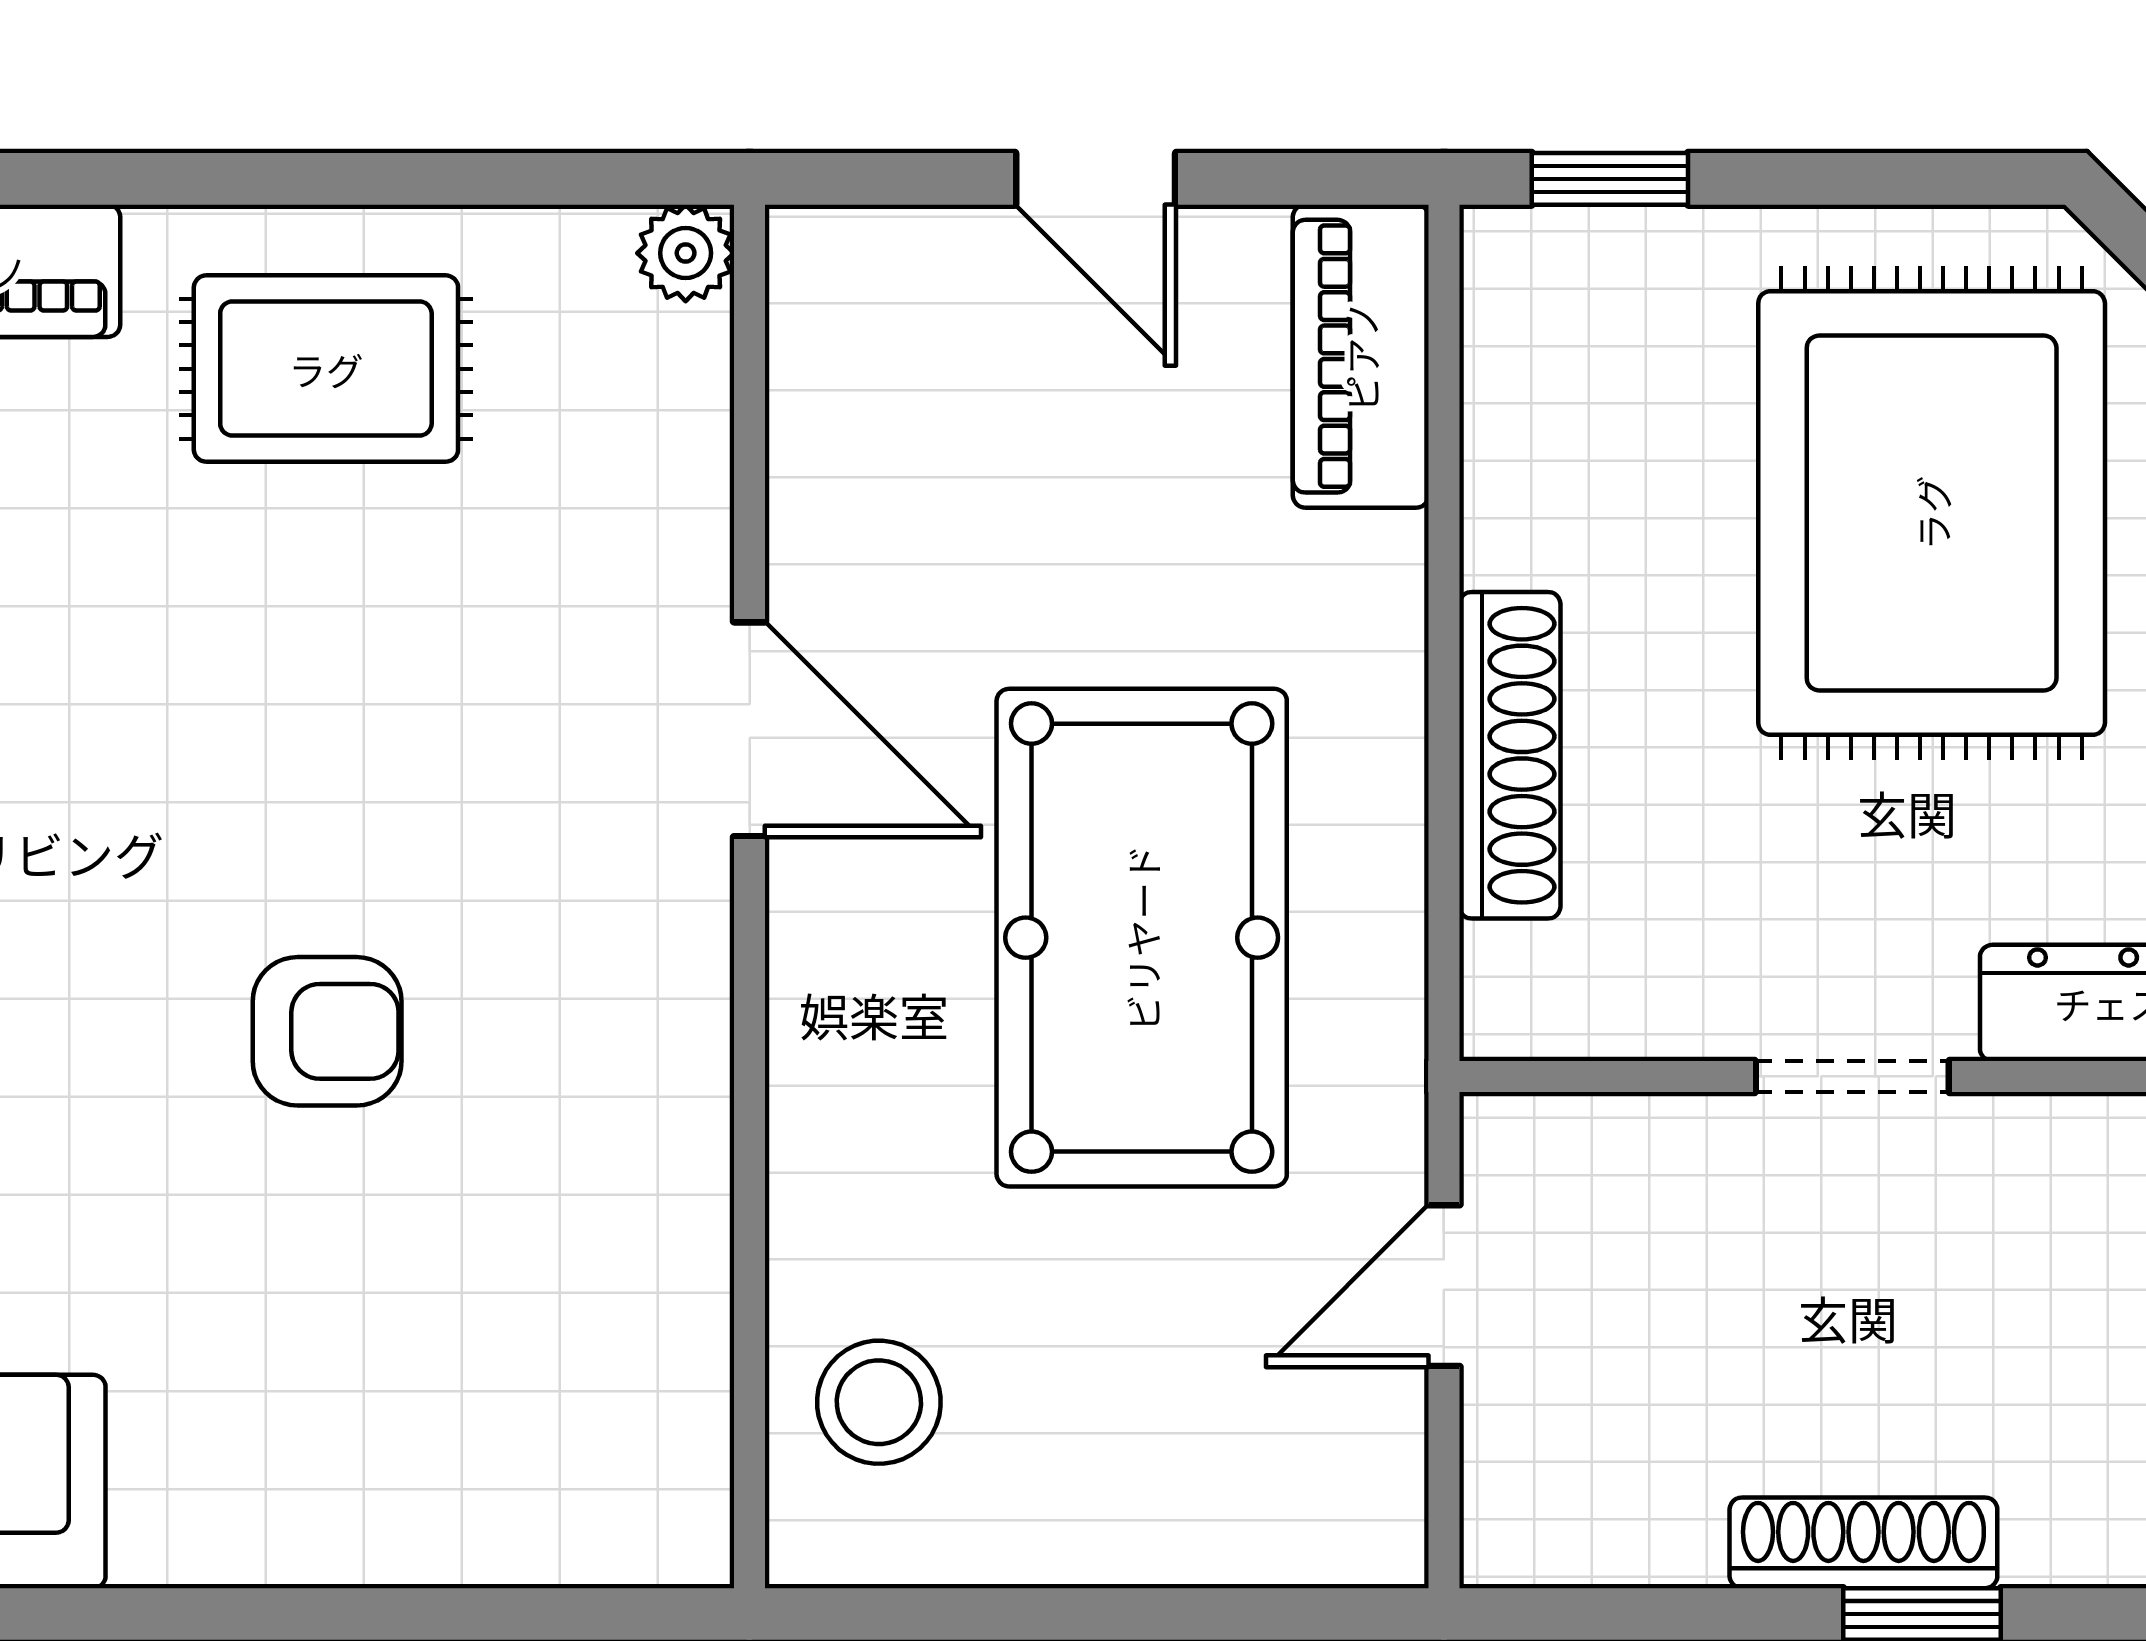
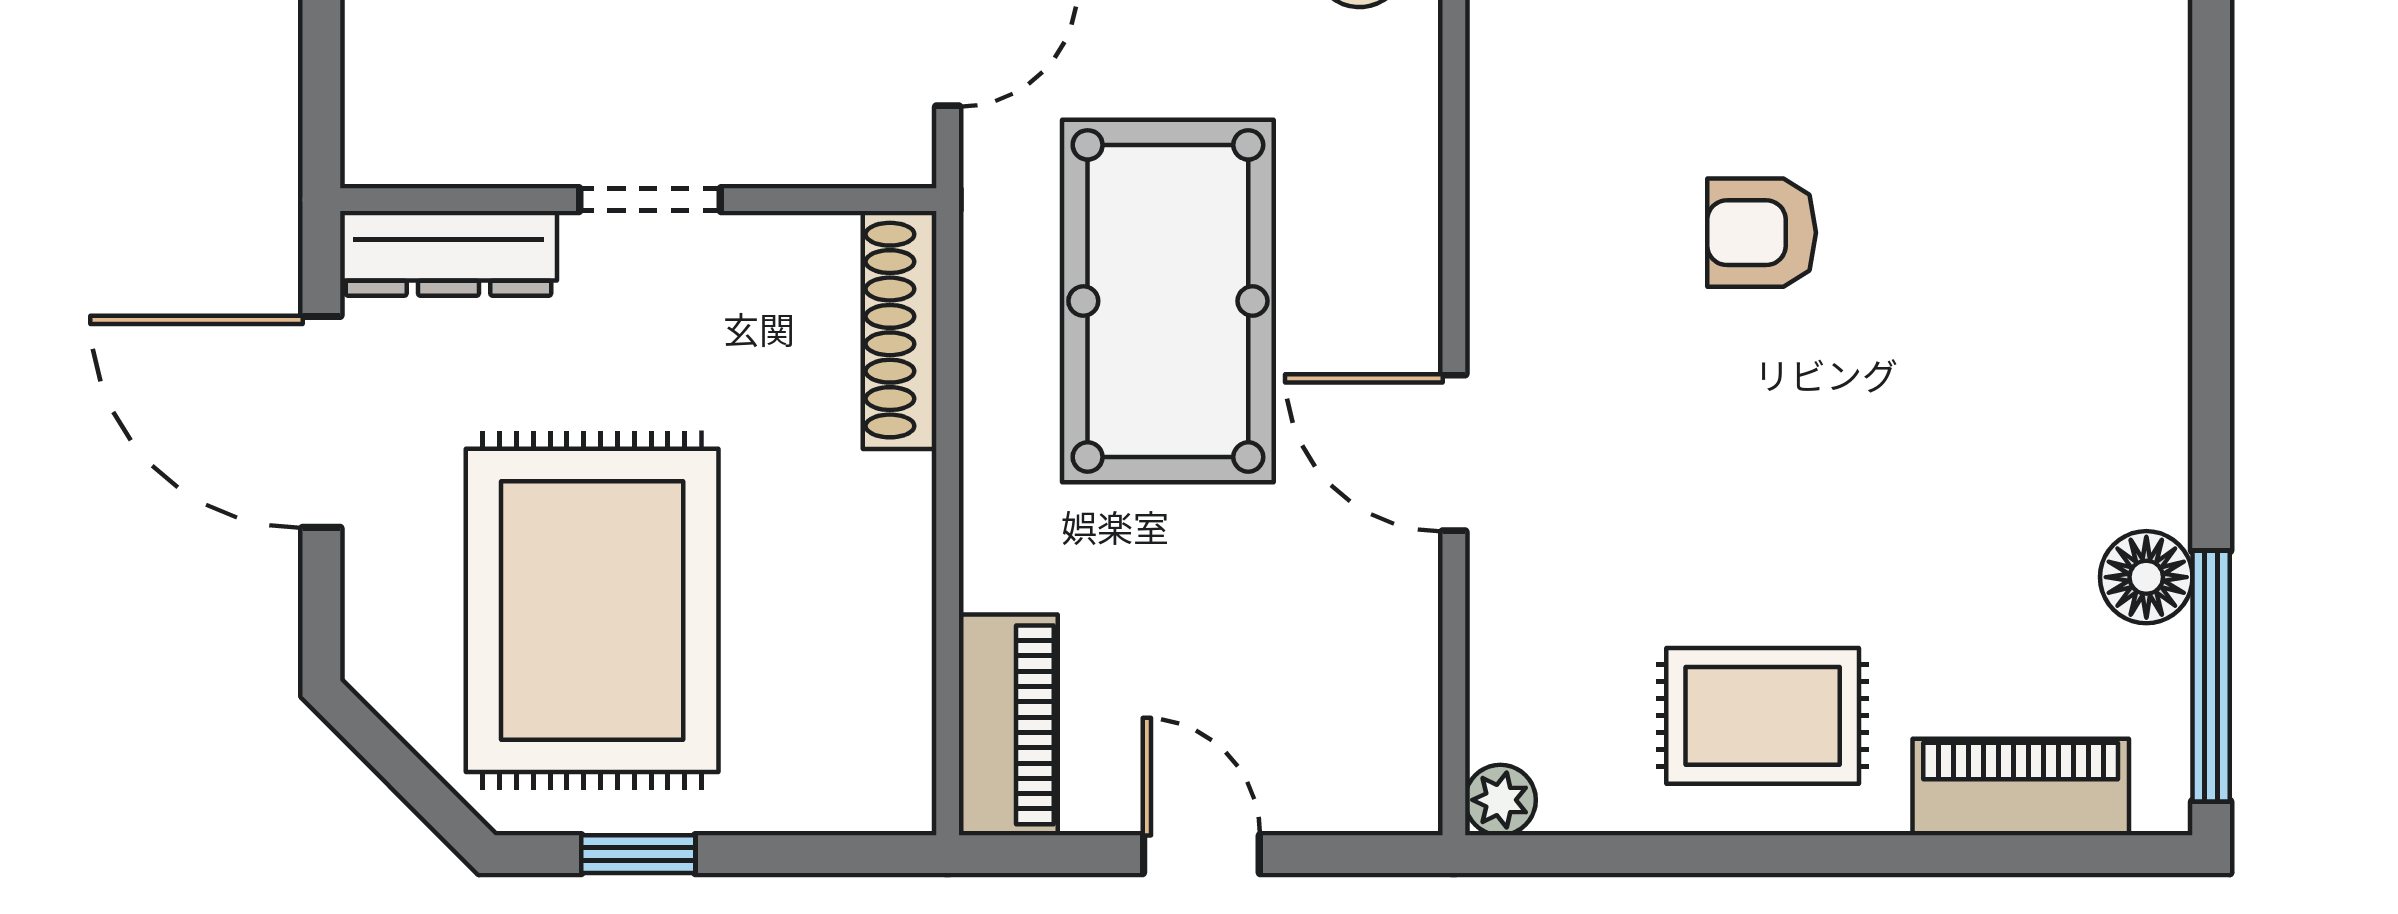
window: (1610, 179) -> (638, 854), moved
shoe rack: (1510, 755) -> (900, 330), moved

